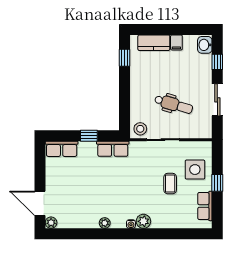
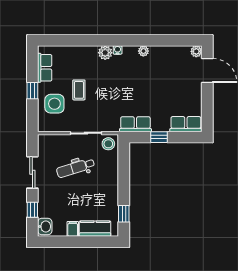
dental chair: (174, 104) -> (76, 168), turned -34

